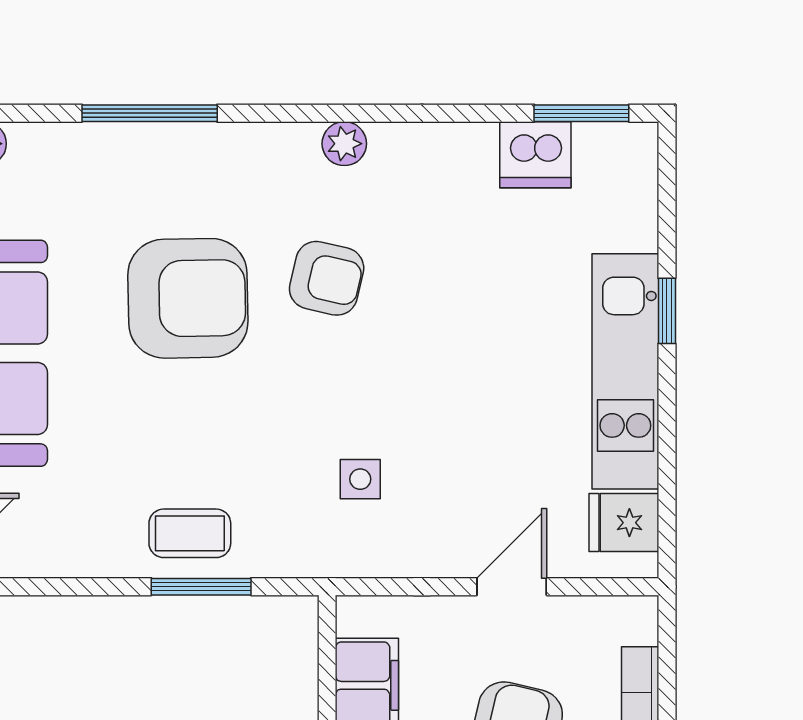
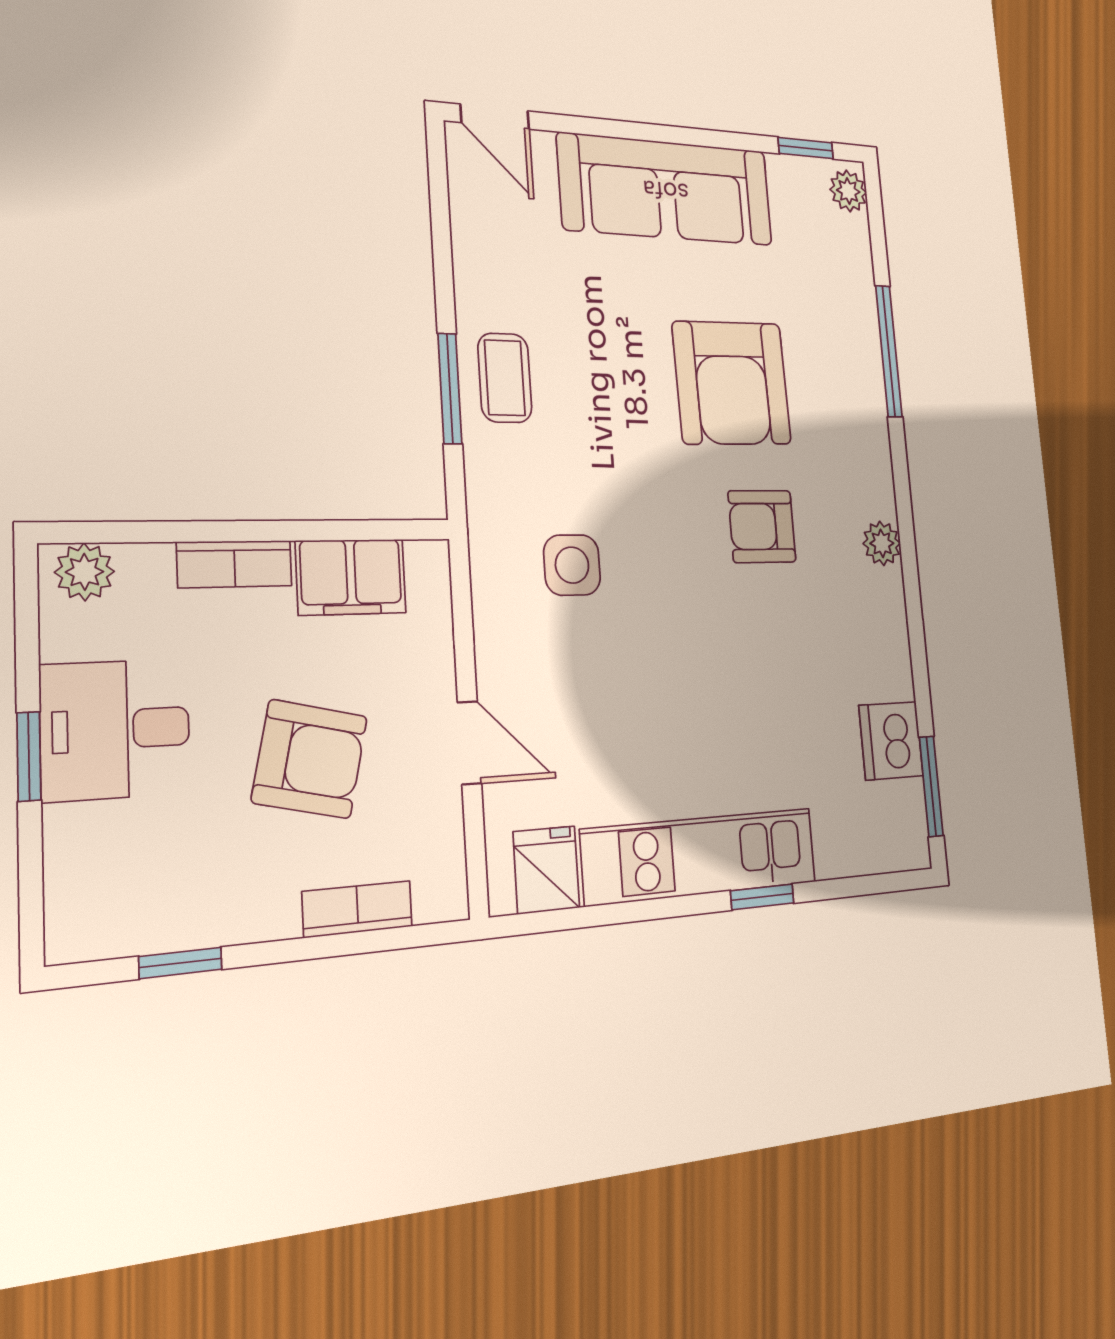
armchair: (327, 278) -> (762, 526), turned 77
side table: (360, 479) -> (572, 565), width x1.37, depth x1.37

